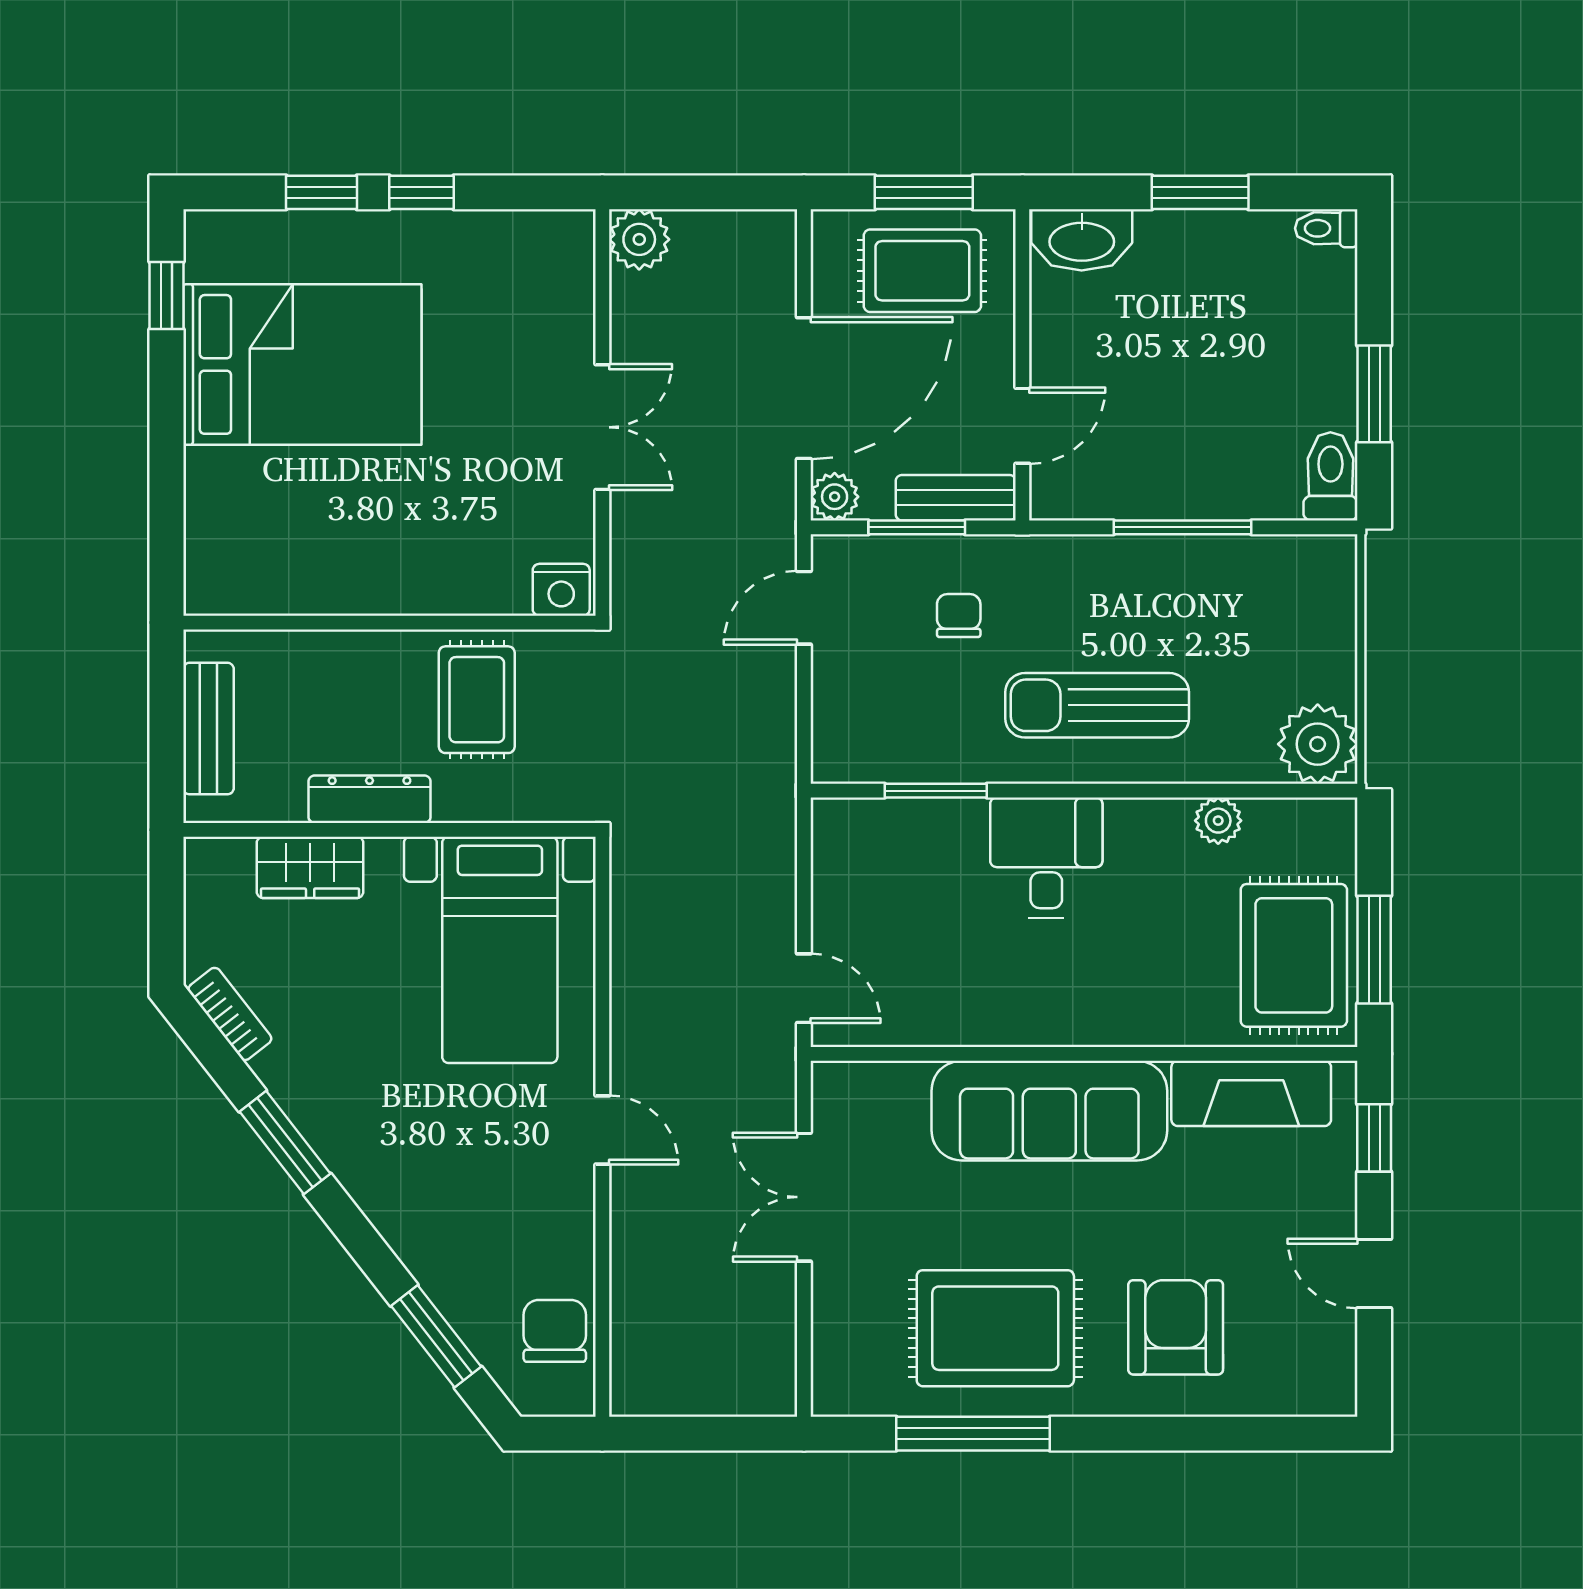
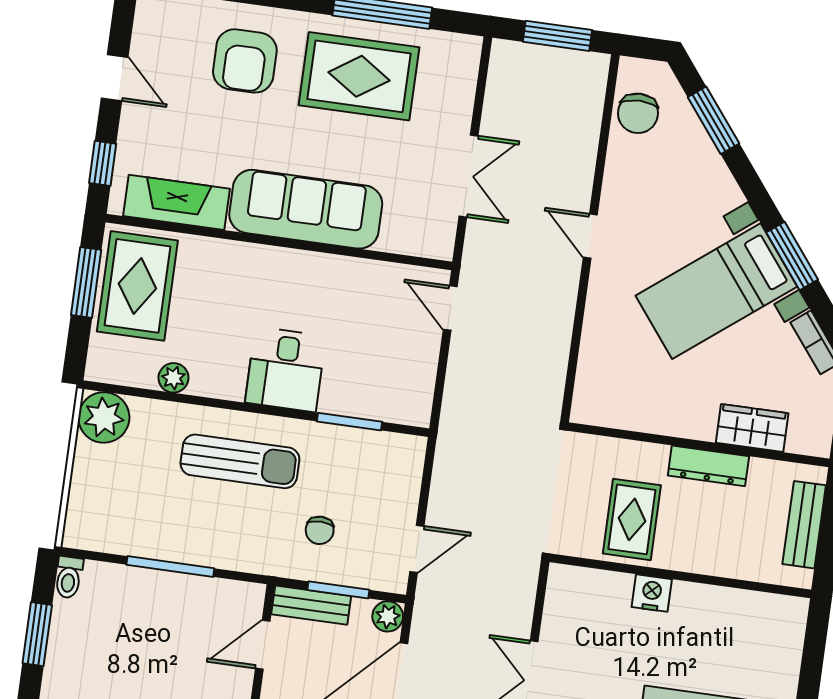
toilet: (1330, 476) -> (69, 577), width x0.73, depth x0.72
nightstand: (561, 590) -> (652, 593), moved
bed with nightstands: (500, 950) -> (716, 291), moved, turned -128
window: (696, 1434) -> (557, 36), added

